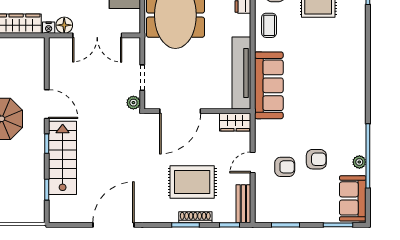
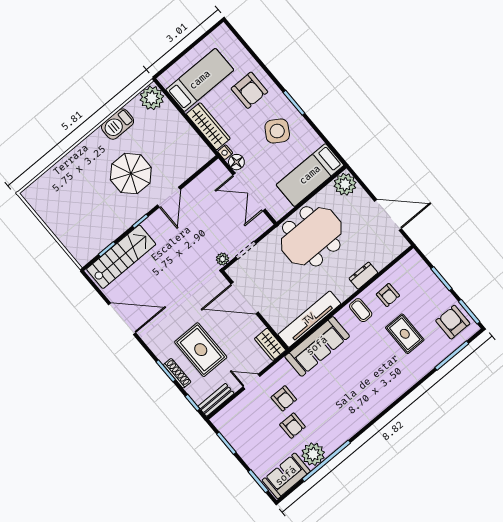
coffee table: (269, 25) -> (361, 310), turned 90
stairs: (63, 158) -> (121, 257), moved
plant: (359, 162) -> (313, 454), width x1.87, depth x1.87
armchair: (285, 167) -> (284, 398), moved

